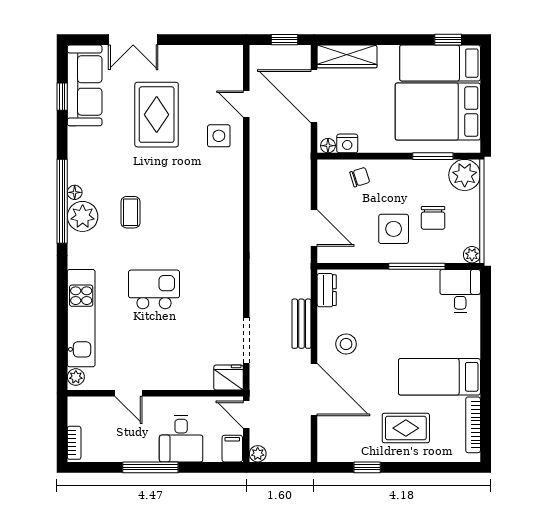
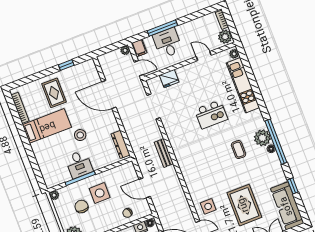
window: (62, 97) -> (293, 186), moved
door: (314, 228) -> (145, 188), moved
dresser: (327, 290) -> (121, 144), width x1.44
desk: (460, 291) -> (79, 164), moved
bench: (301, 324) -> (164, 153), moved
stool: (346, 344) -> (80, 135), moved
fridge: (229, 377) -> (169, 79), moved
plant: (80, 412) -> (225, 37), added
rug: (406, 428) -> (54, 93), turned 90
window: (150, 467) -> (162, 28), moved

